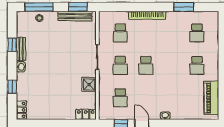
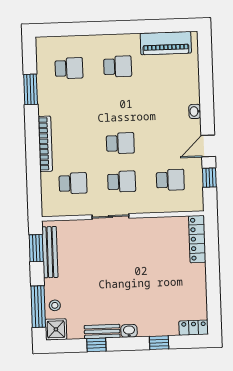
shower: (89, 84) -> (56, 329), moved
locker: (86, 114) -> (197, 239), width x1.53

